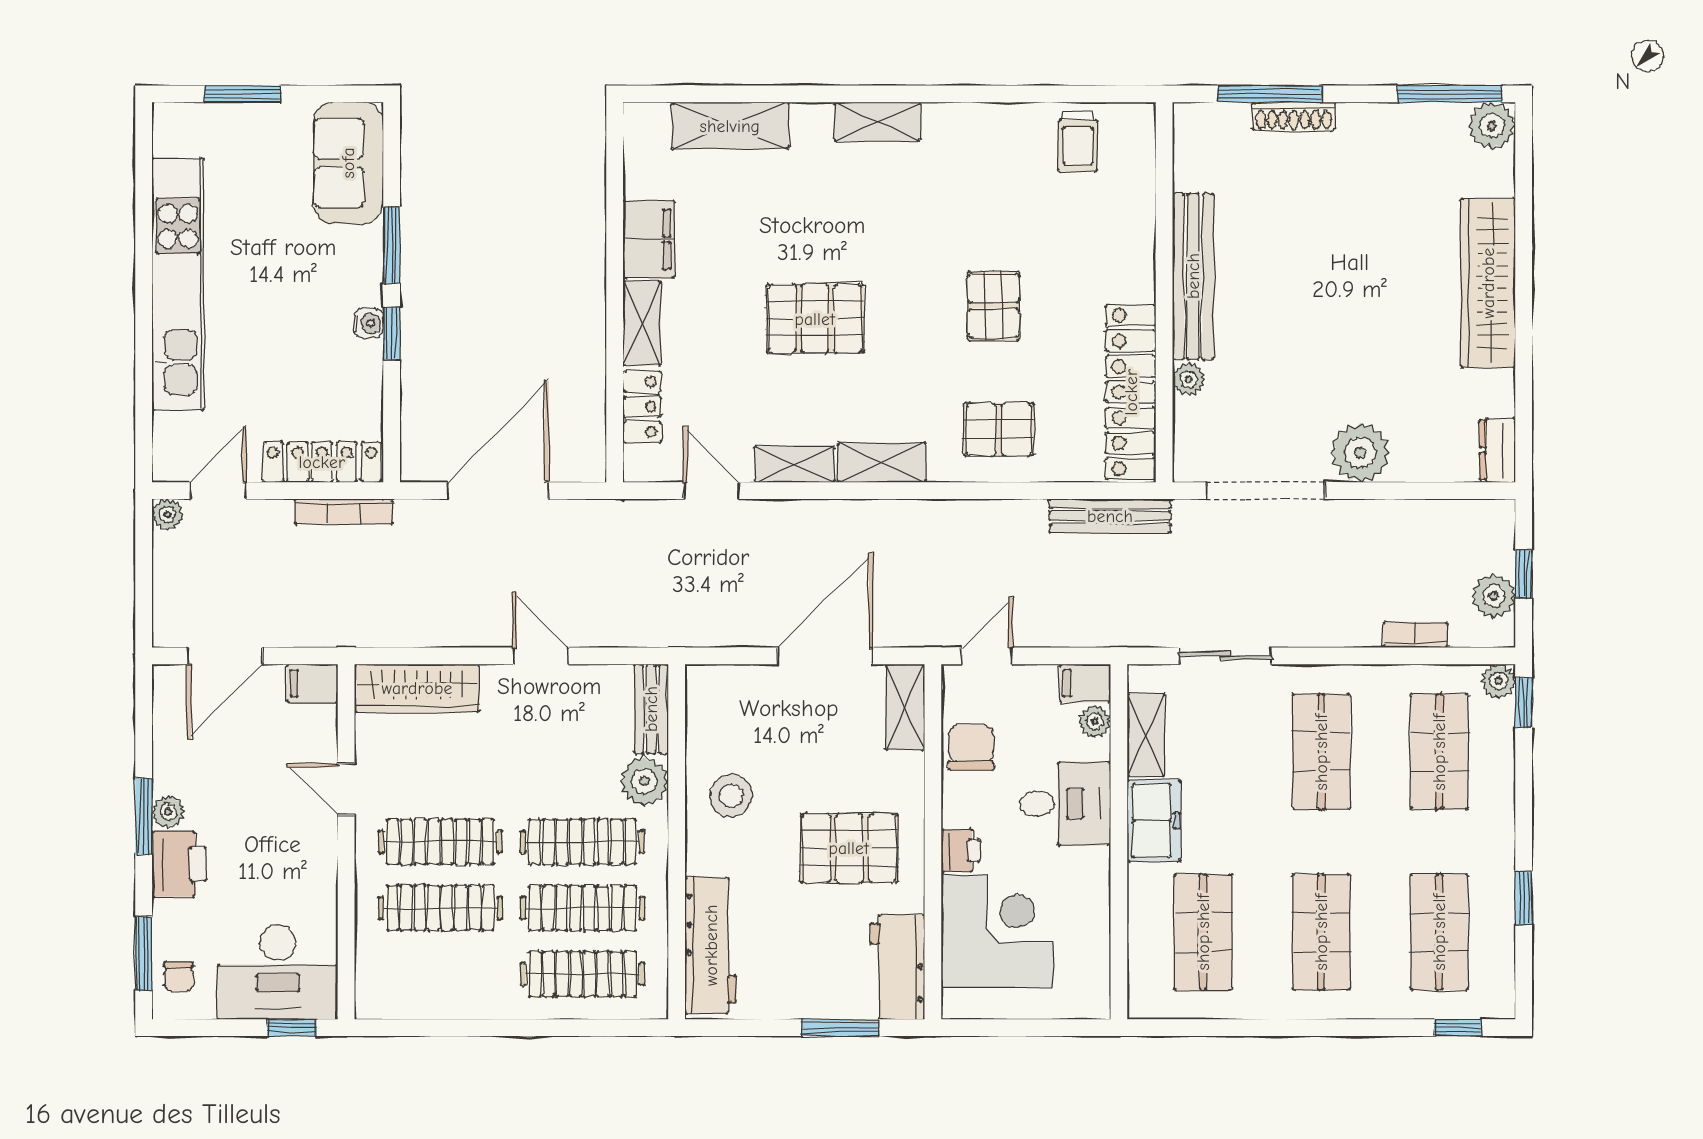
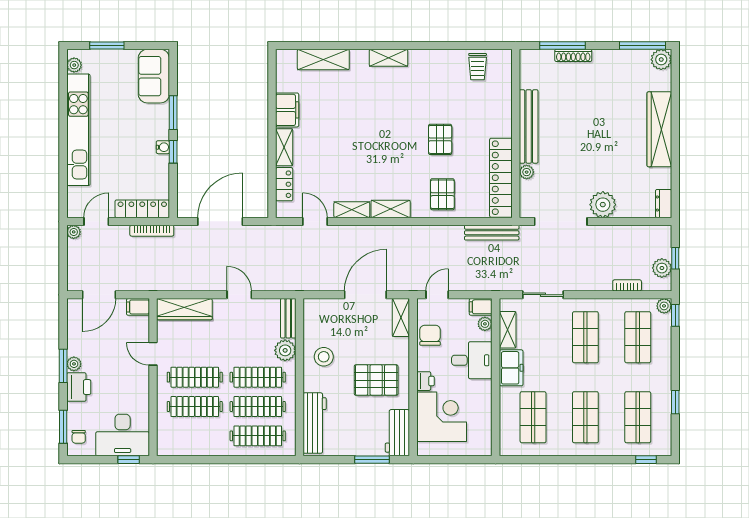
plant: (169, 138) -> (74, 65), added
pallet: (815, 319) -> (361, 145), removed
pallet: (999, 429) -> (442, 194), turned 90

